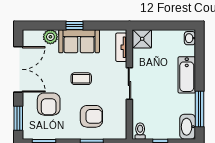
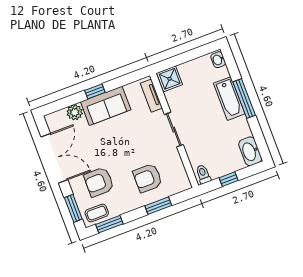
coffee table: (81, 79) -> (97, 213), moved
armchair: (49, 104) -> (99, 182), turned 90
window: (199, 109) -> (244, 99), moved
armchair: (91, 116) -> (148, 178), turned 180

